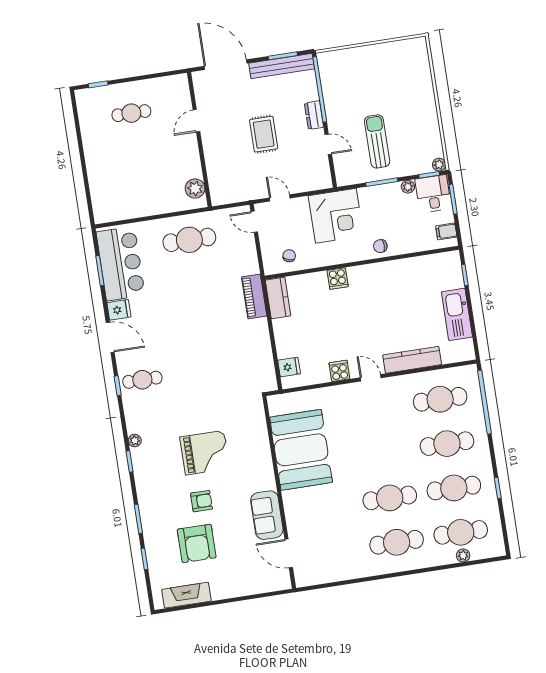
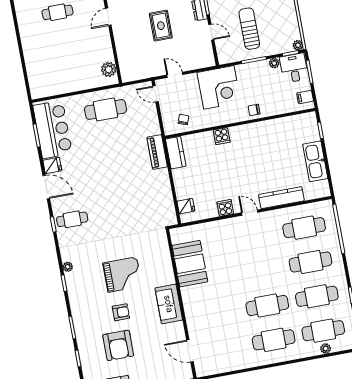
booth: (301, 450) -> (190, 264), width x0.73, depth x0.70
sofa: (267, 515) -> (169, 304), moved

